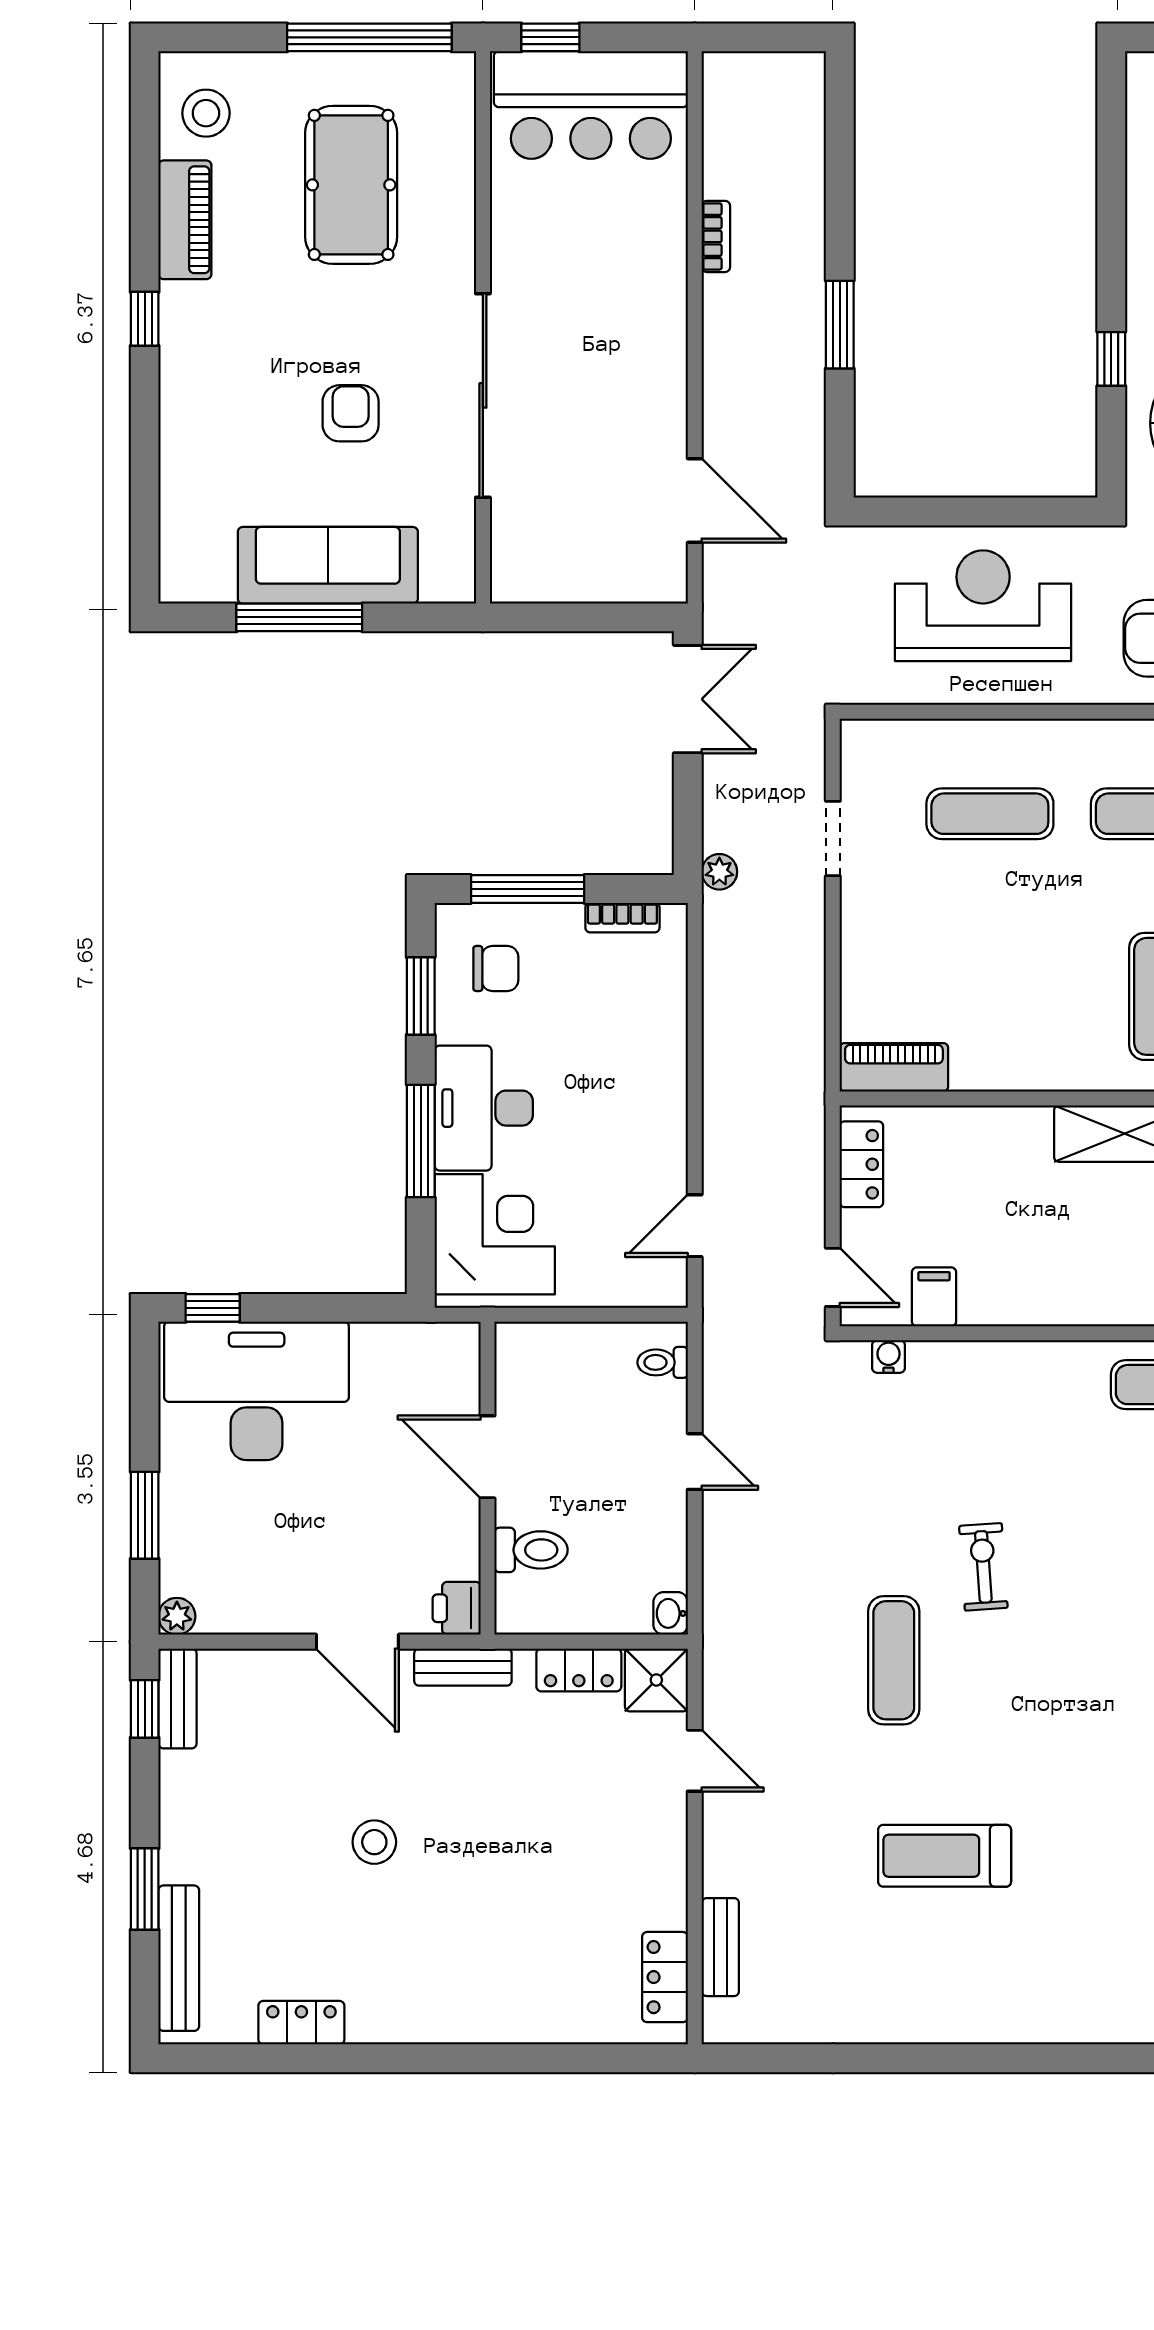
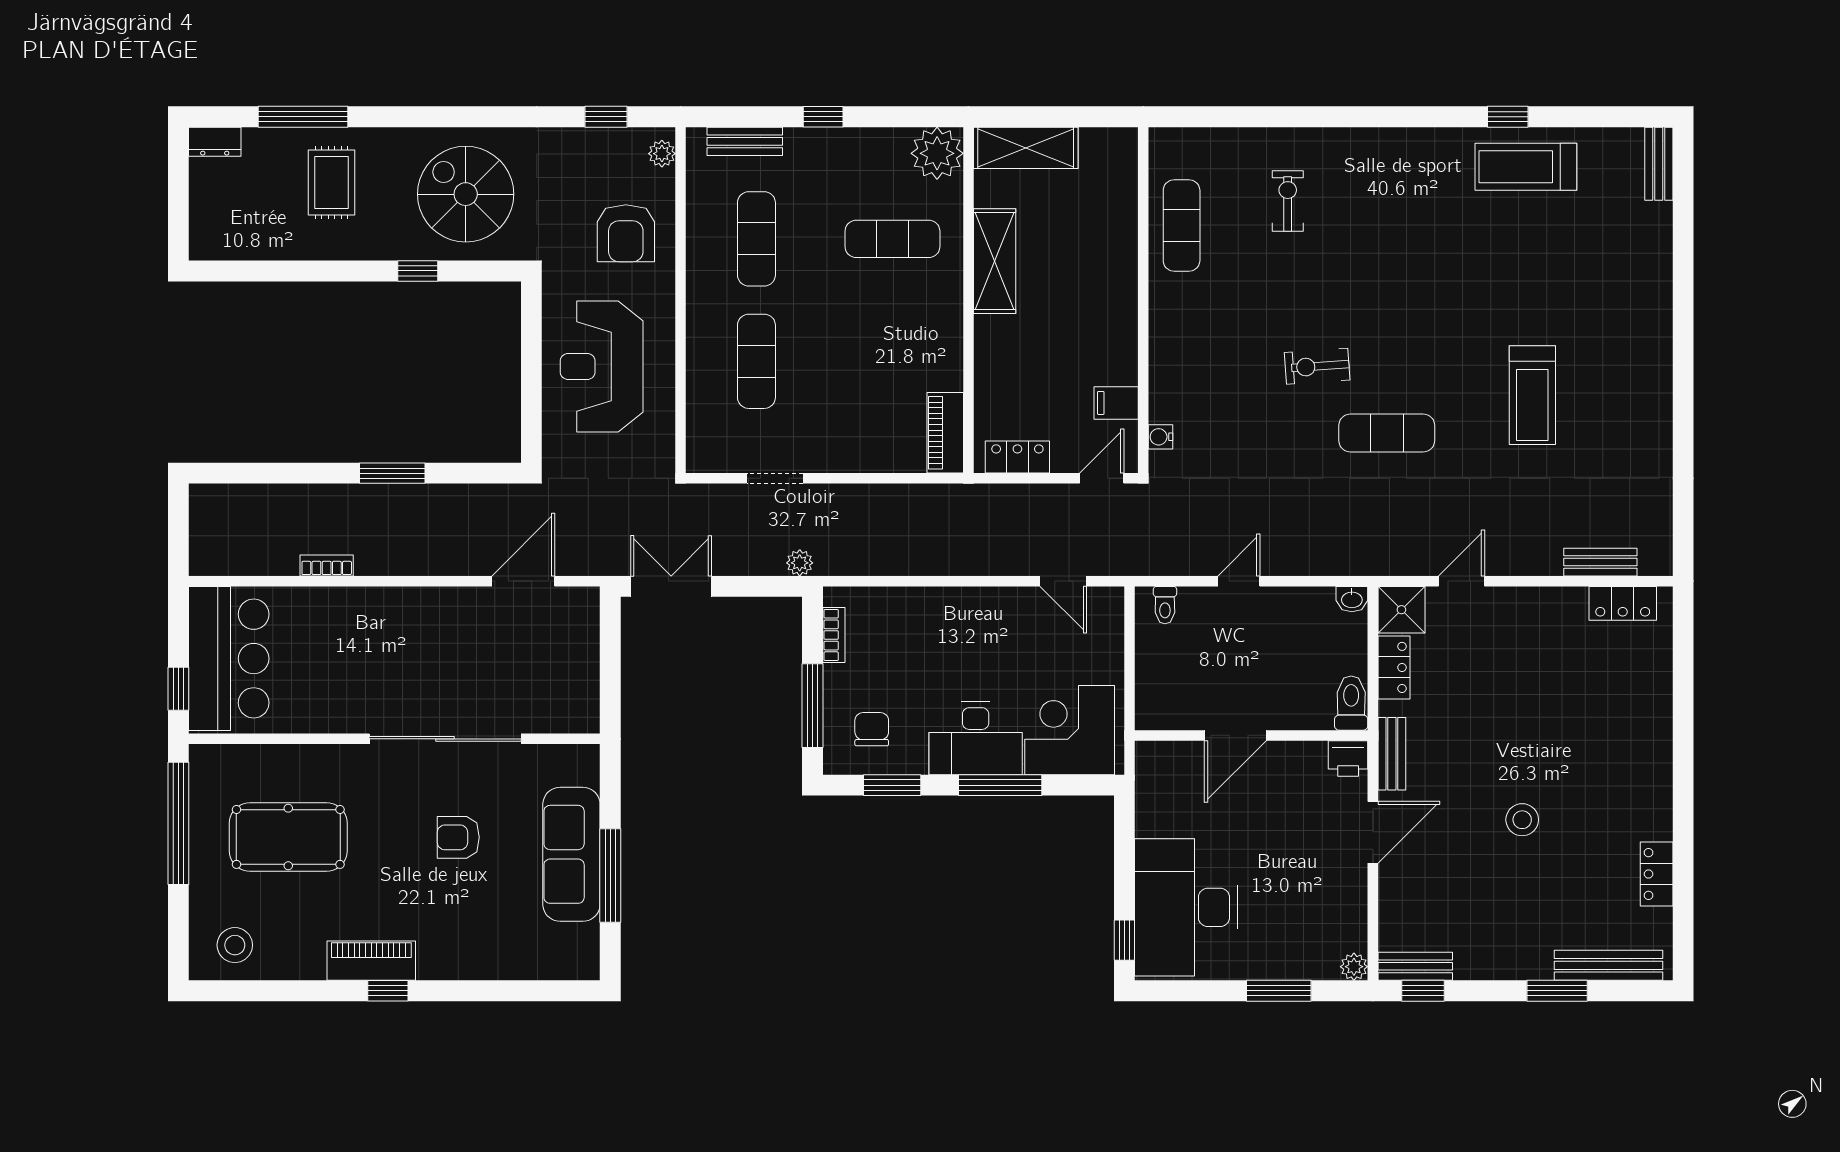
piano: (185, 220) -> (371, 961), moved
toilet: (531, 1550) -> (1351, 703), moved

